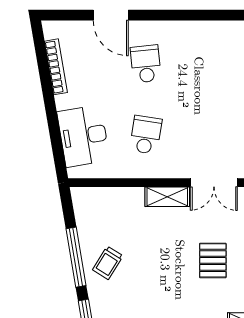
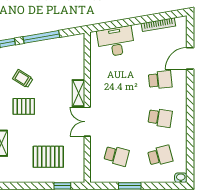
school desk: (146, 135) -> (160, 118), moved
pallet: (213, 260) -> (24, 106), moved
trolley: (108, 263) -> (23, 79), moved

